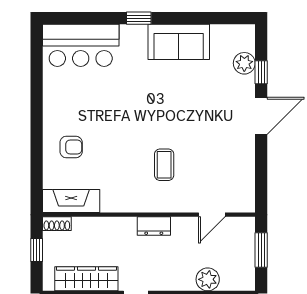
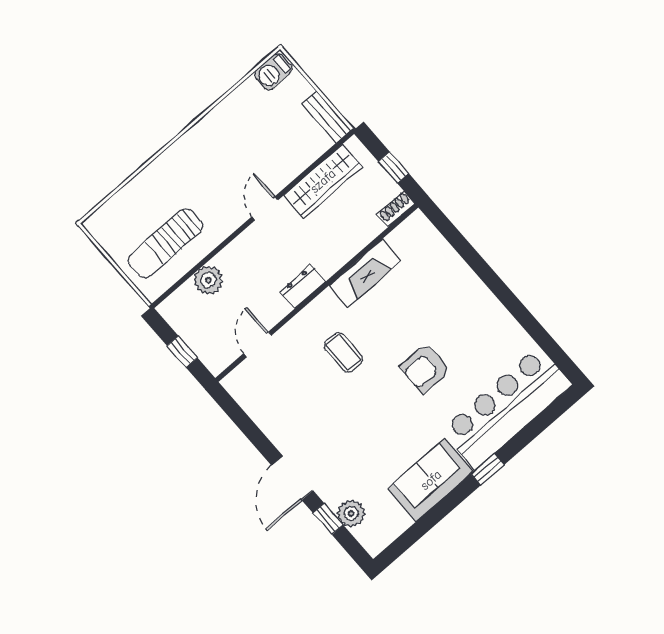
bar counter: (81, 45) -> (507, 407), width x1.36
armchair: (71, 147) -> (425, 368), moved, width x1.38, depth x1.38
fireplace: (71, 201) -> (365, 273), moved
window: (261, 250) -> (182, 352), width x0.67

